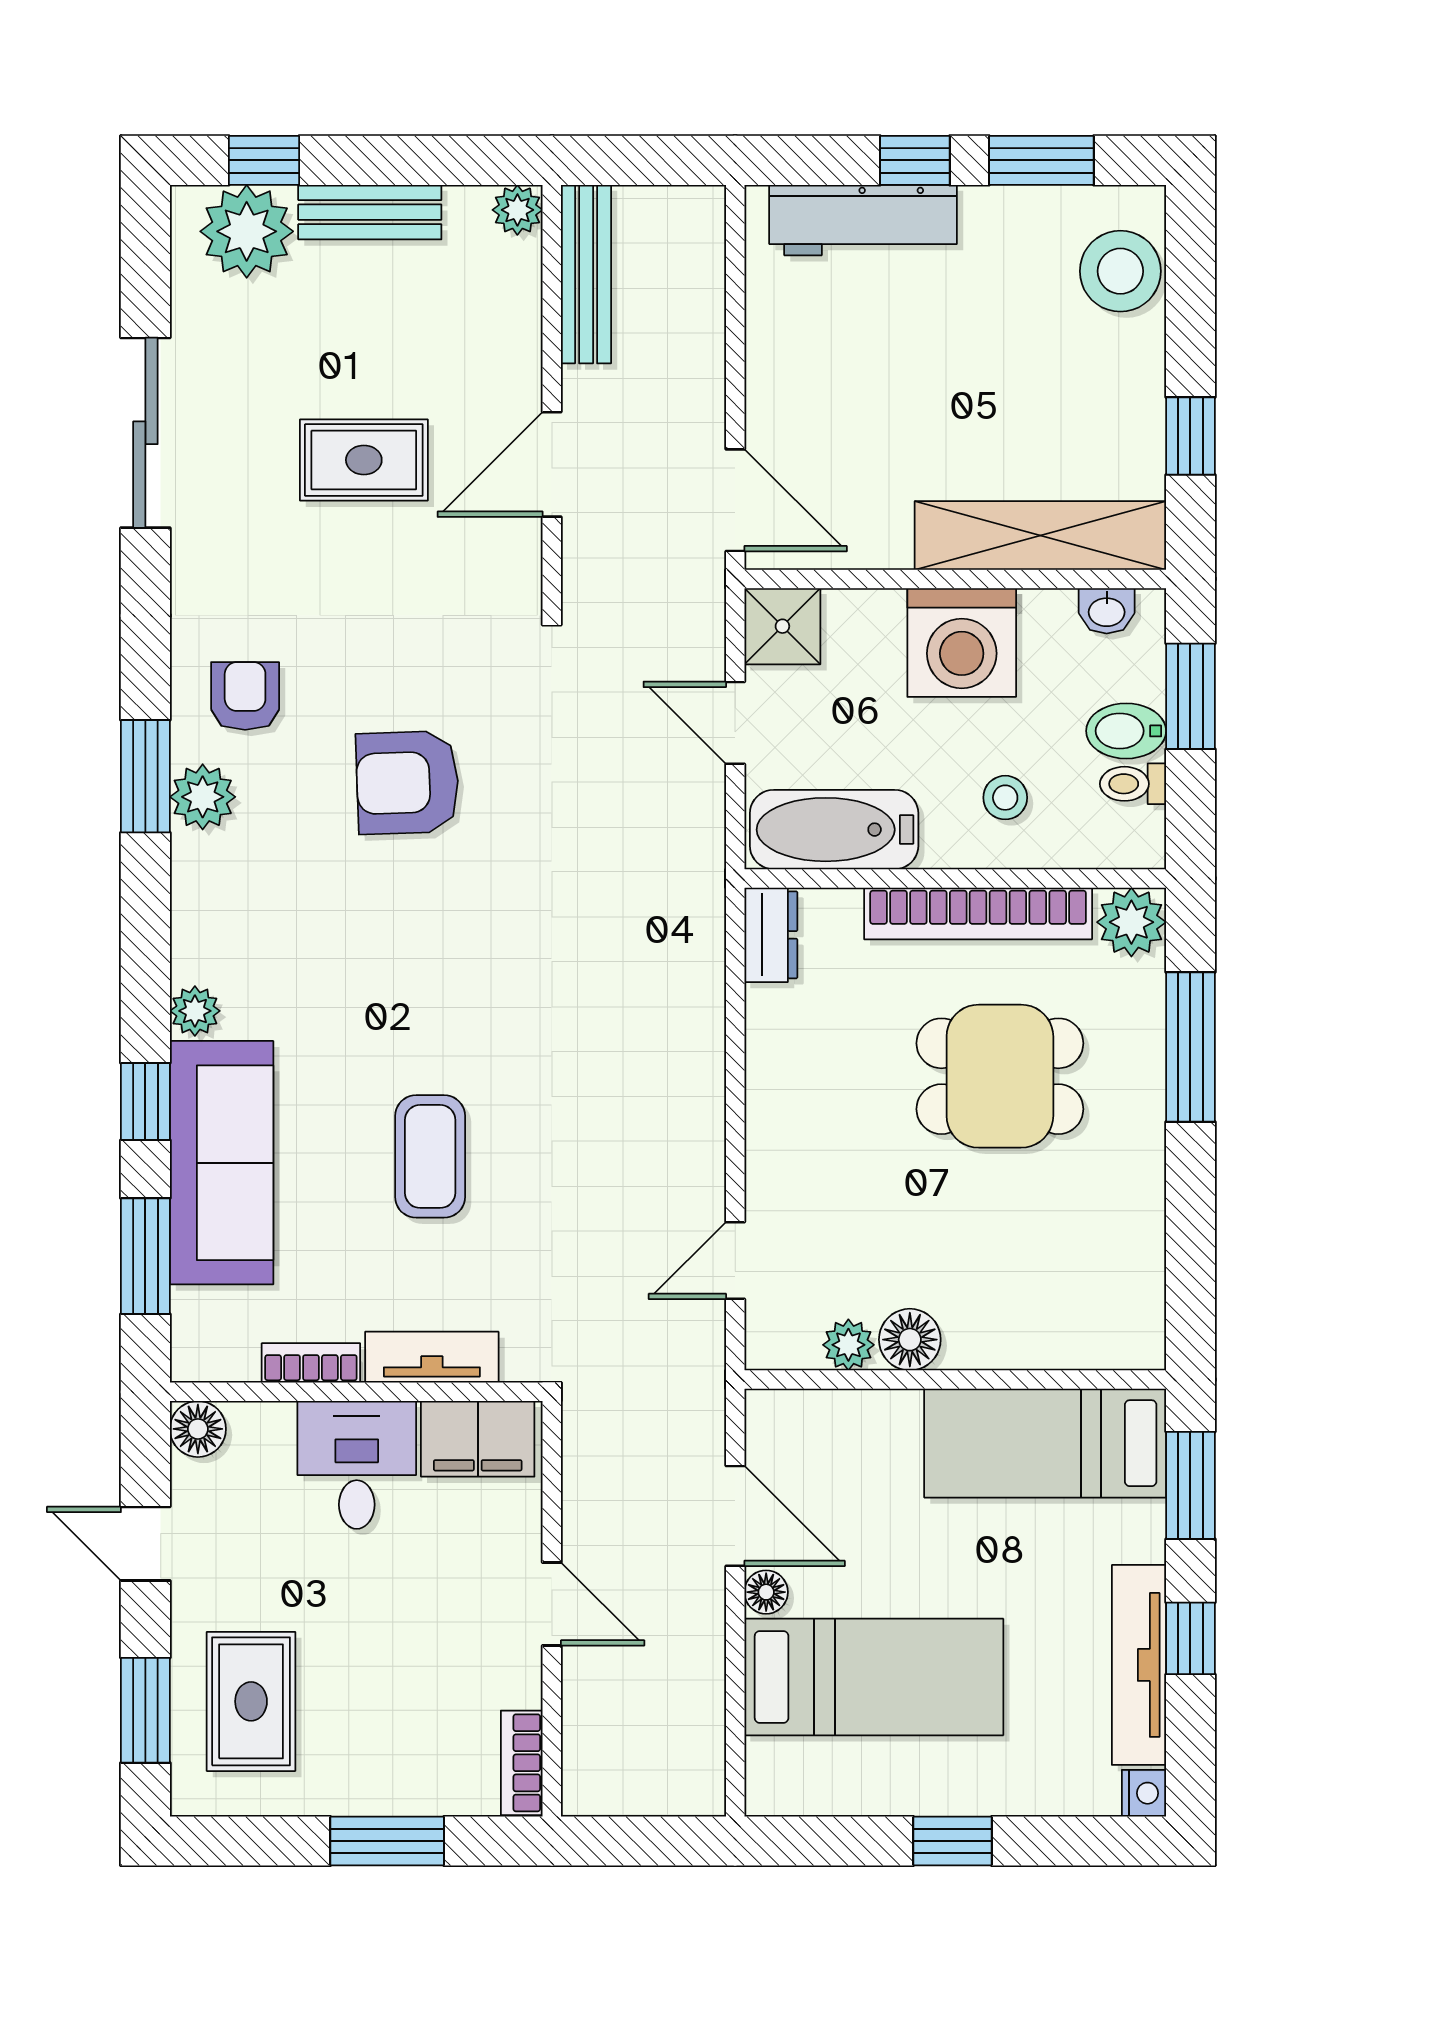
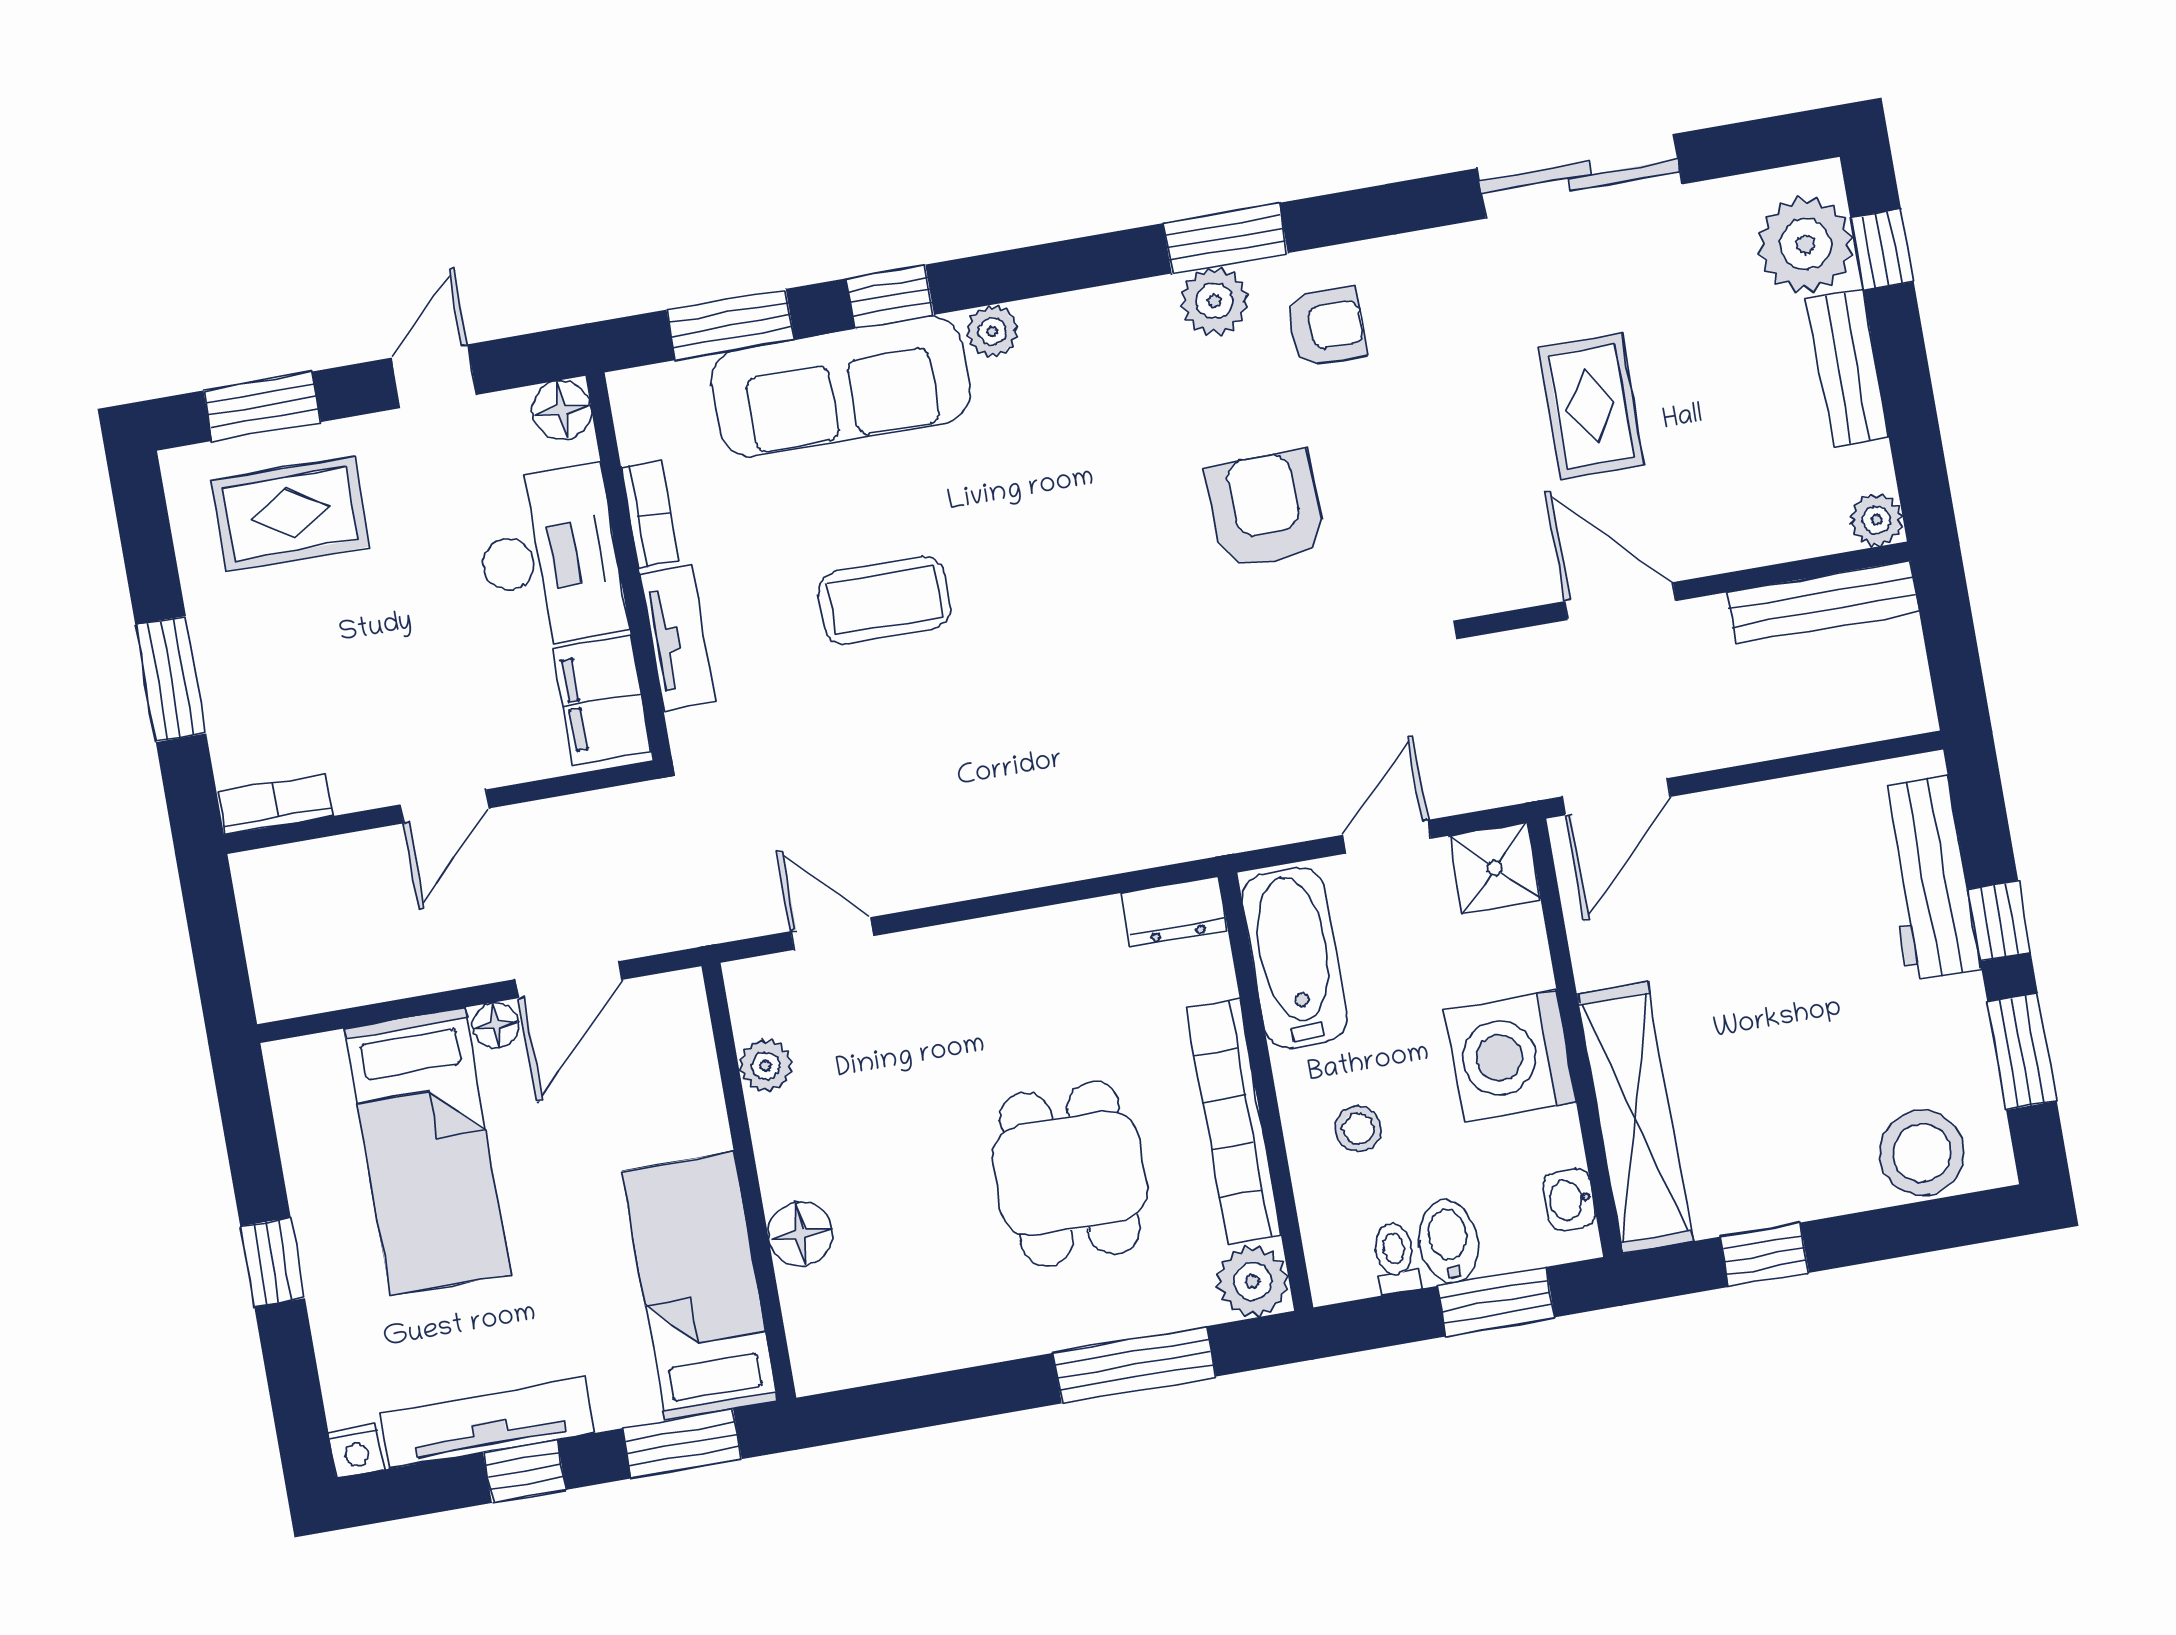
floor lamp: (910, 1340) -> (801, 1234), moved
desk: (357, 1465) -> (549, 557), width x1.37

